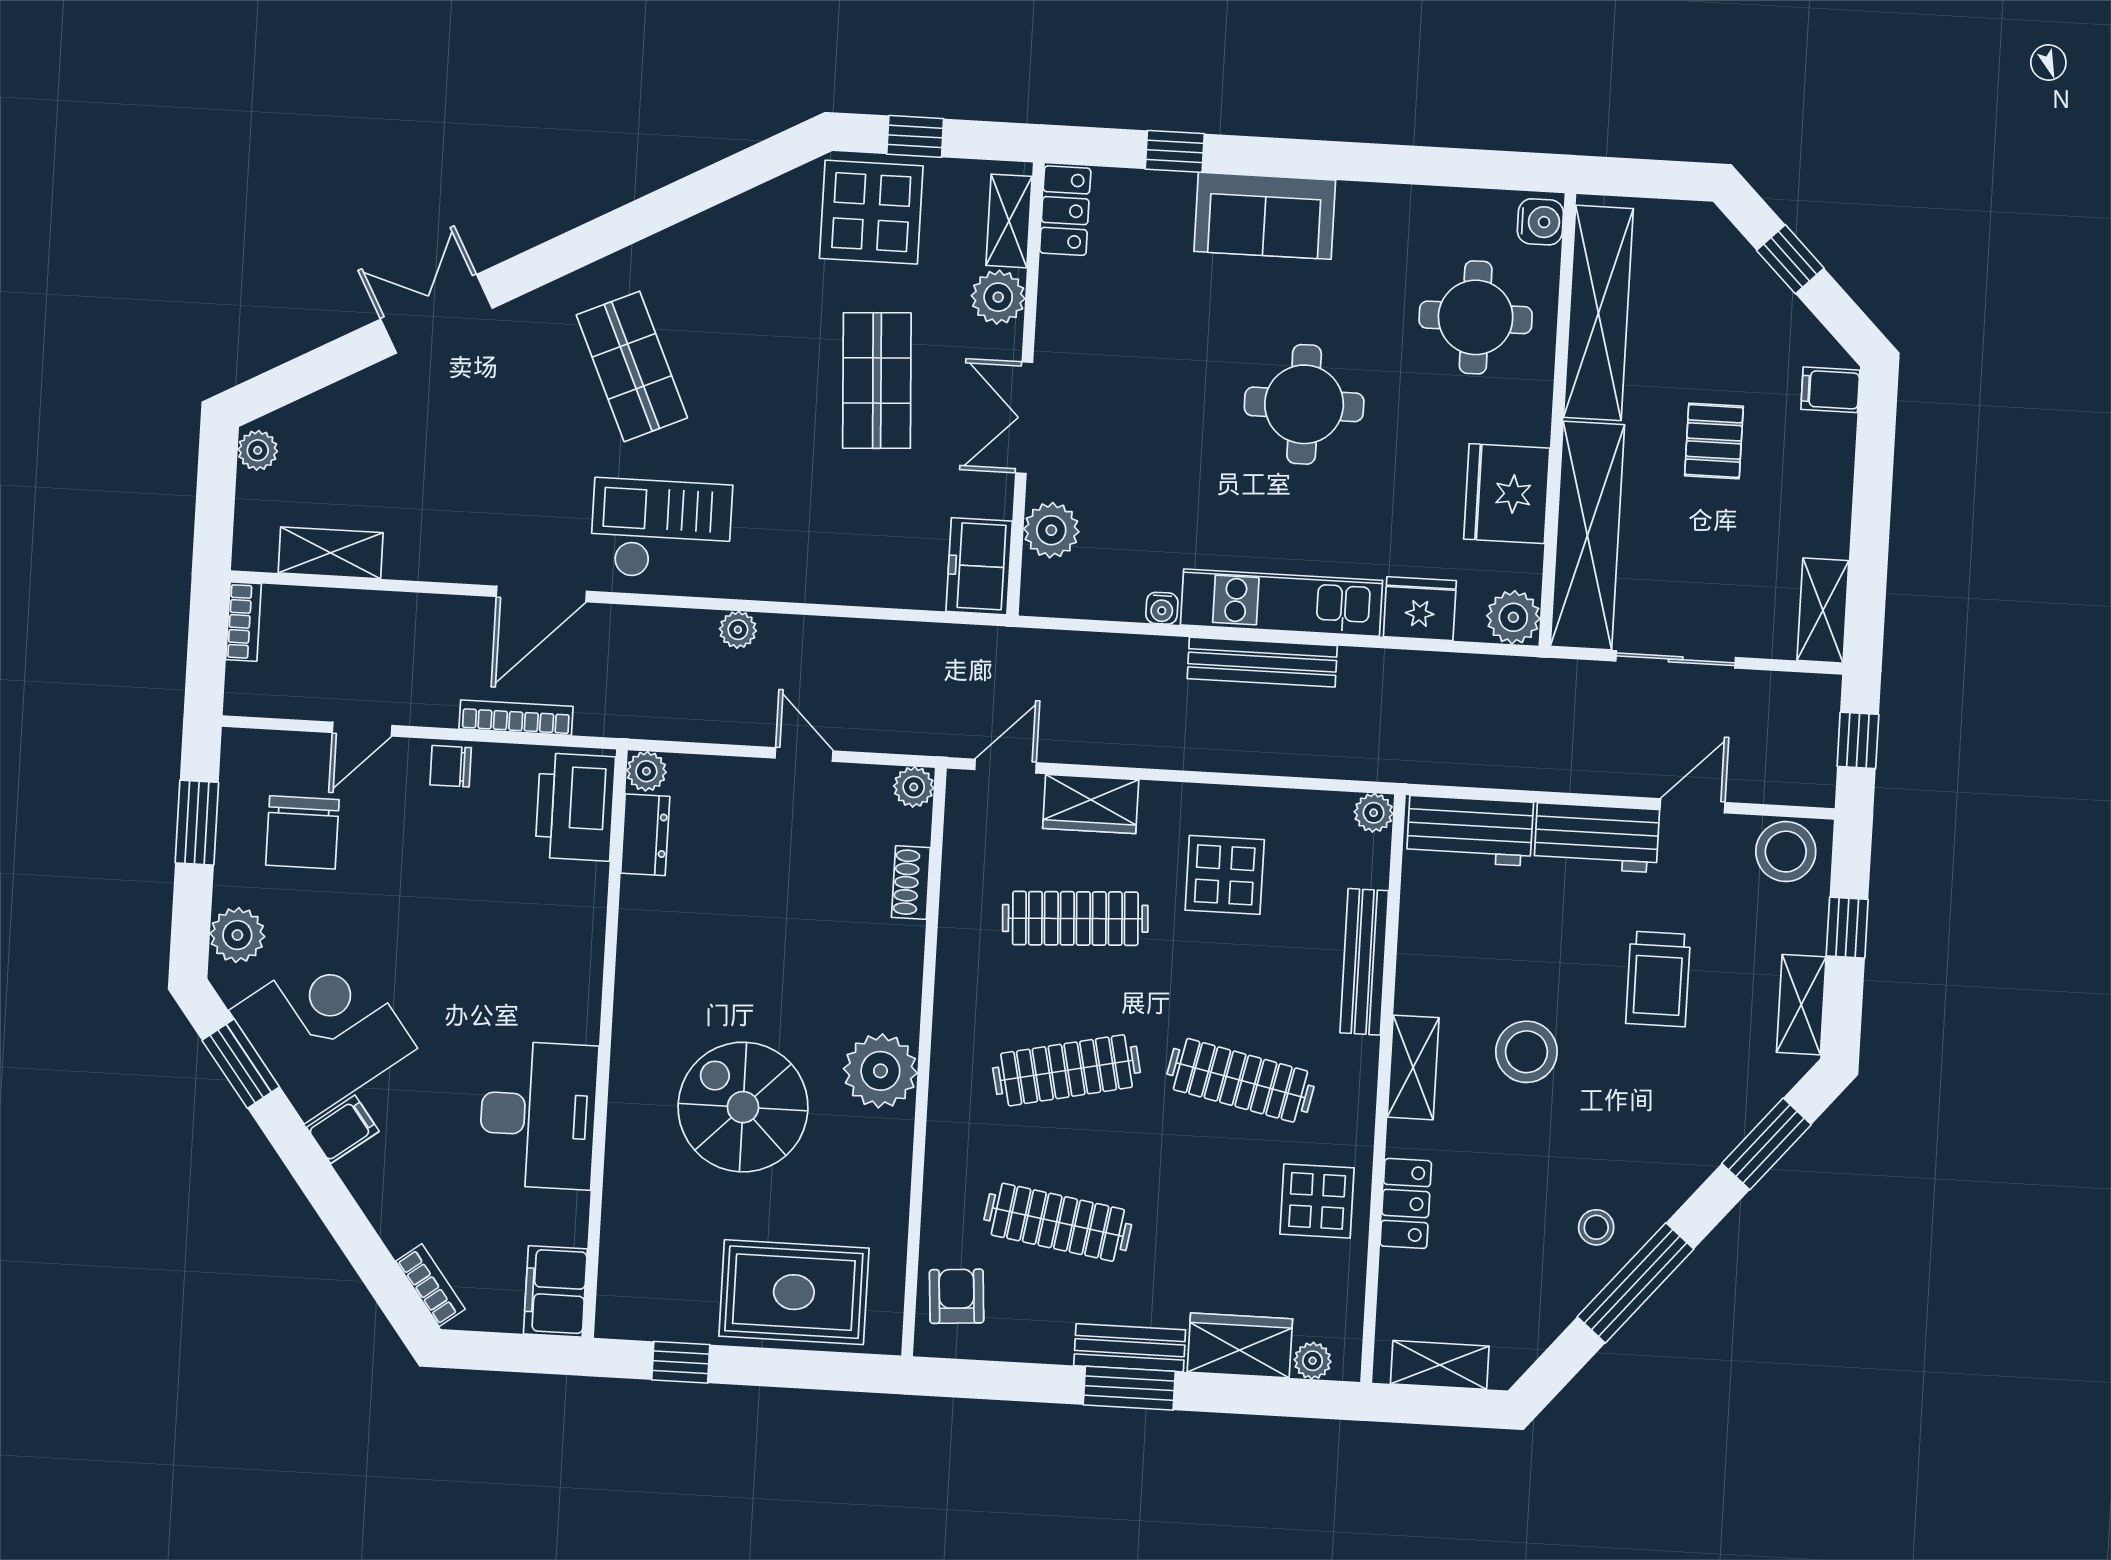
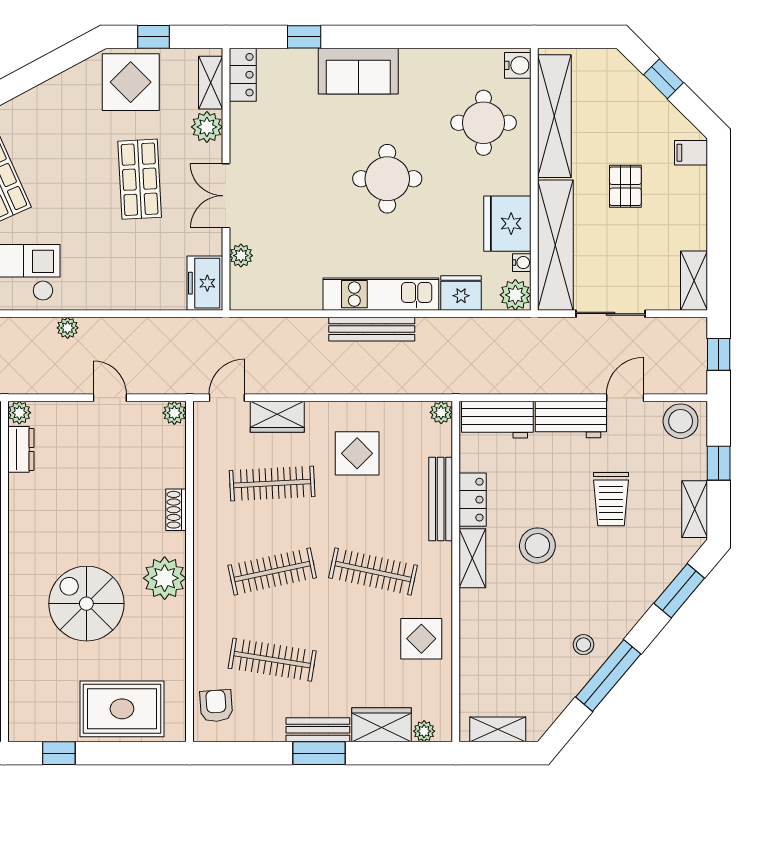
plant: (1051, 530) -> (241, 256), width x0.73, depth x0.73
water cooler: (1162, 608) -> (522, 263), moved, turned -90
shoe rack: (911, 882) -> (176, 510), moved
locker: (1406, 1203) -> (473, 500), moved

